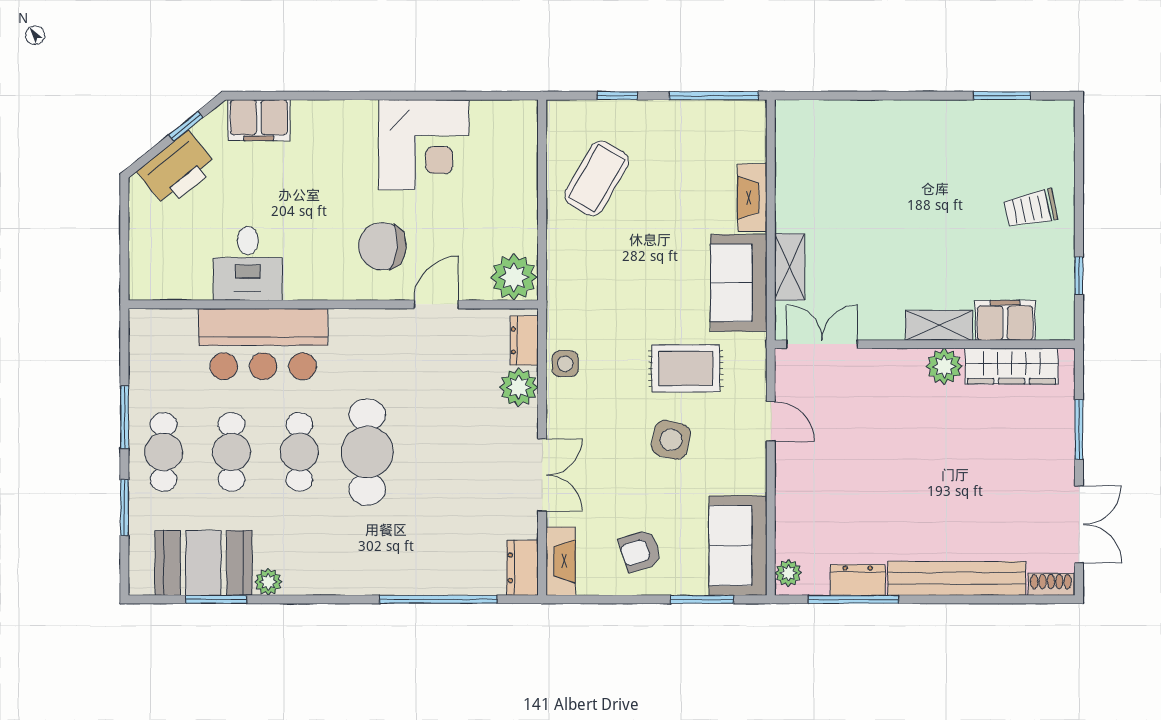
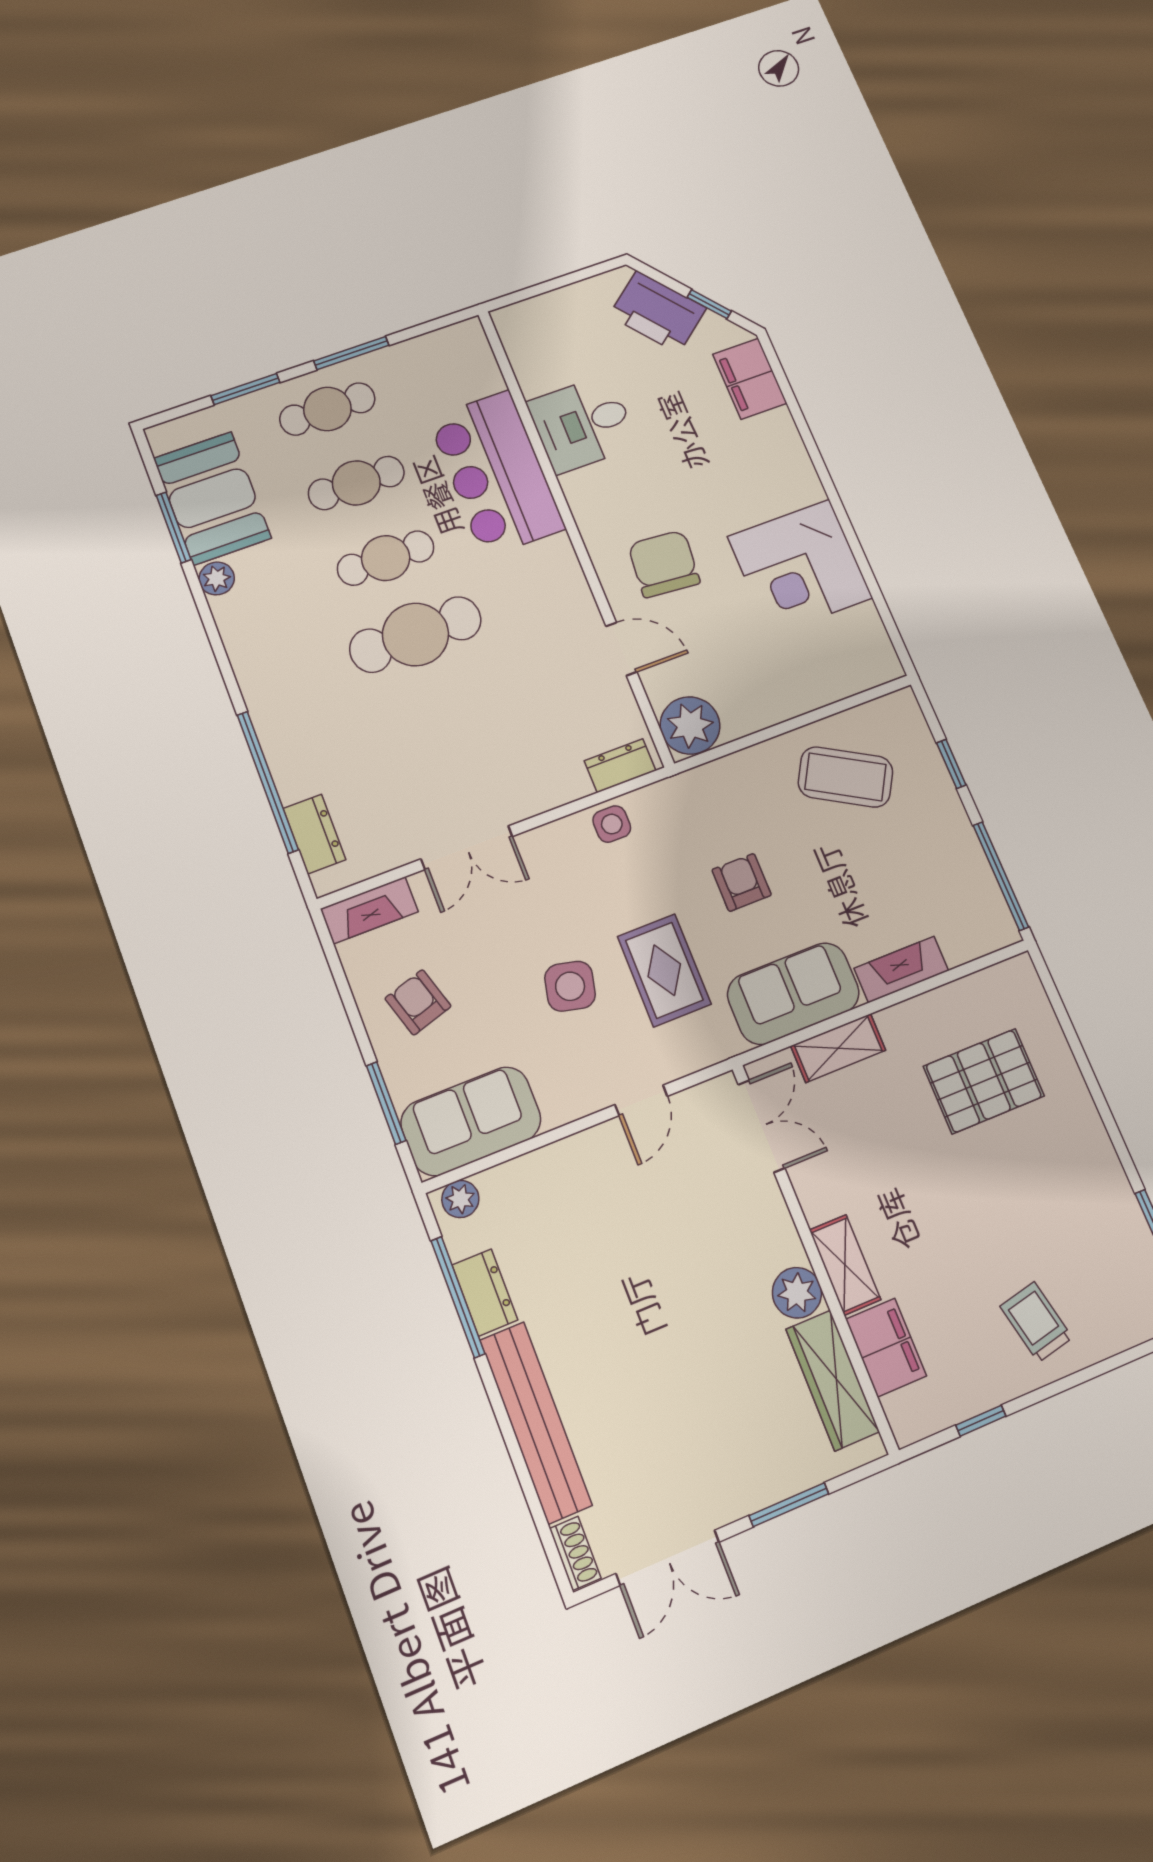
pallet: (854, 173) -> (984, 1081), added
armchair: (644, 287) -> (742, 882), added
plant: (519, 387) -> (562, 780), removed
dresser: (522, 568) -> (314, 834), moved, turned 90

